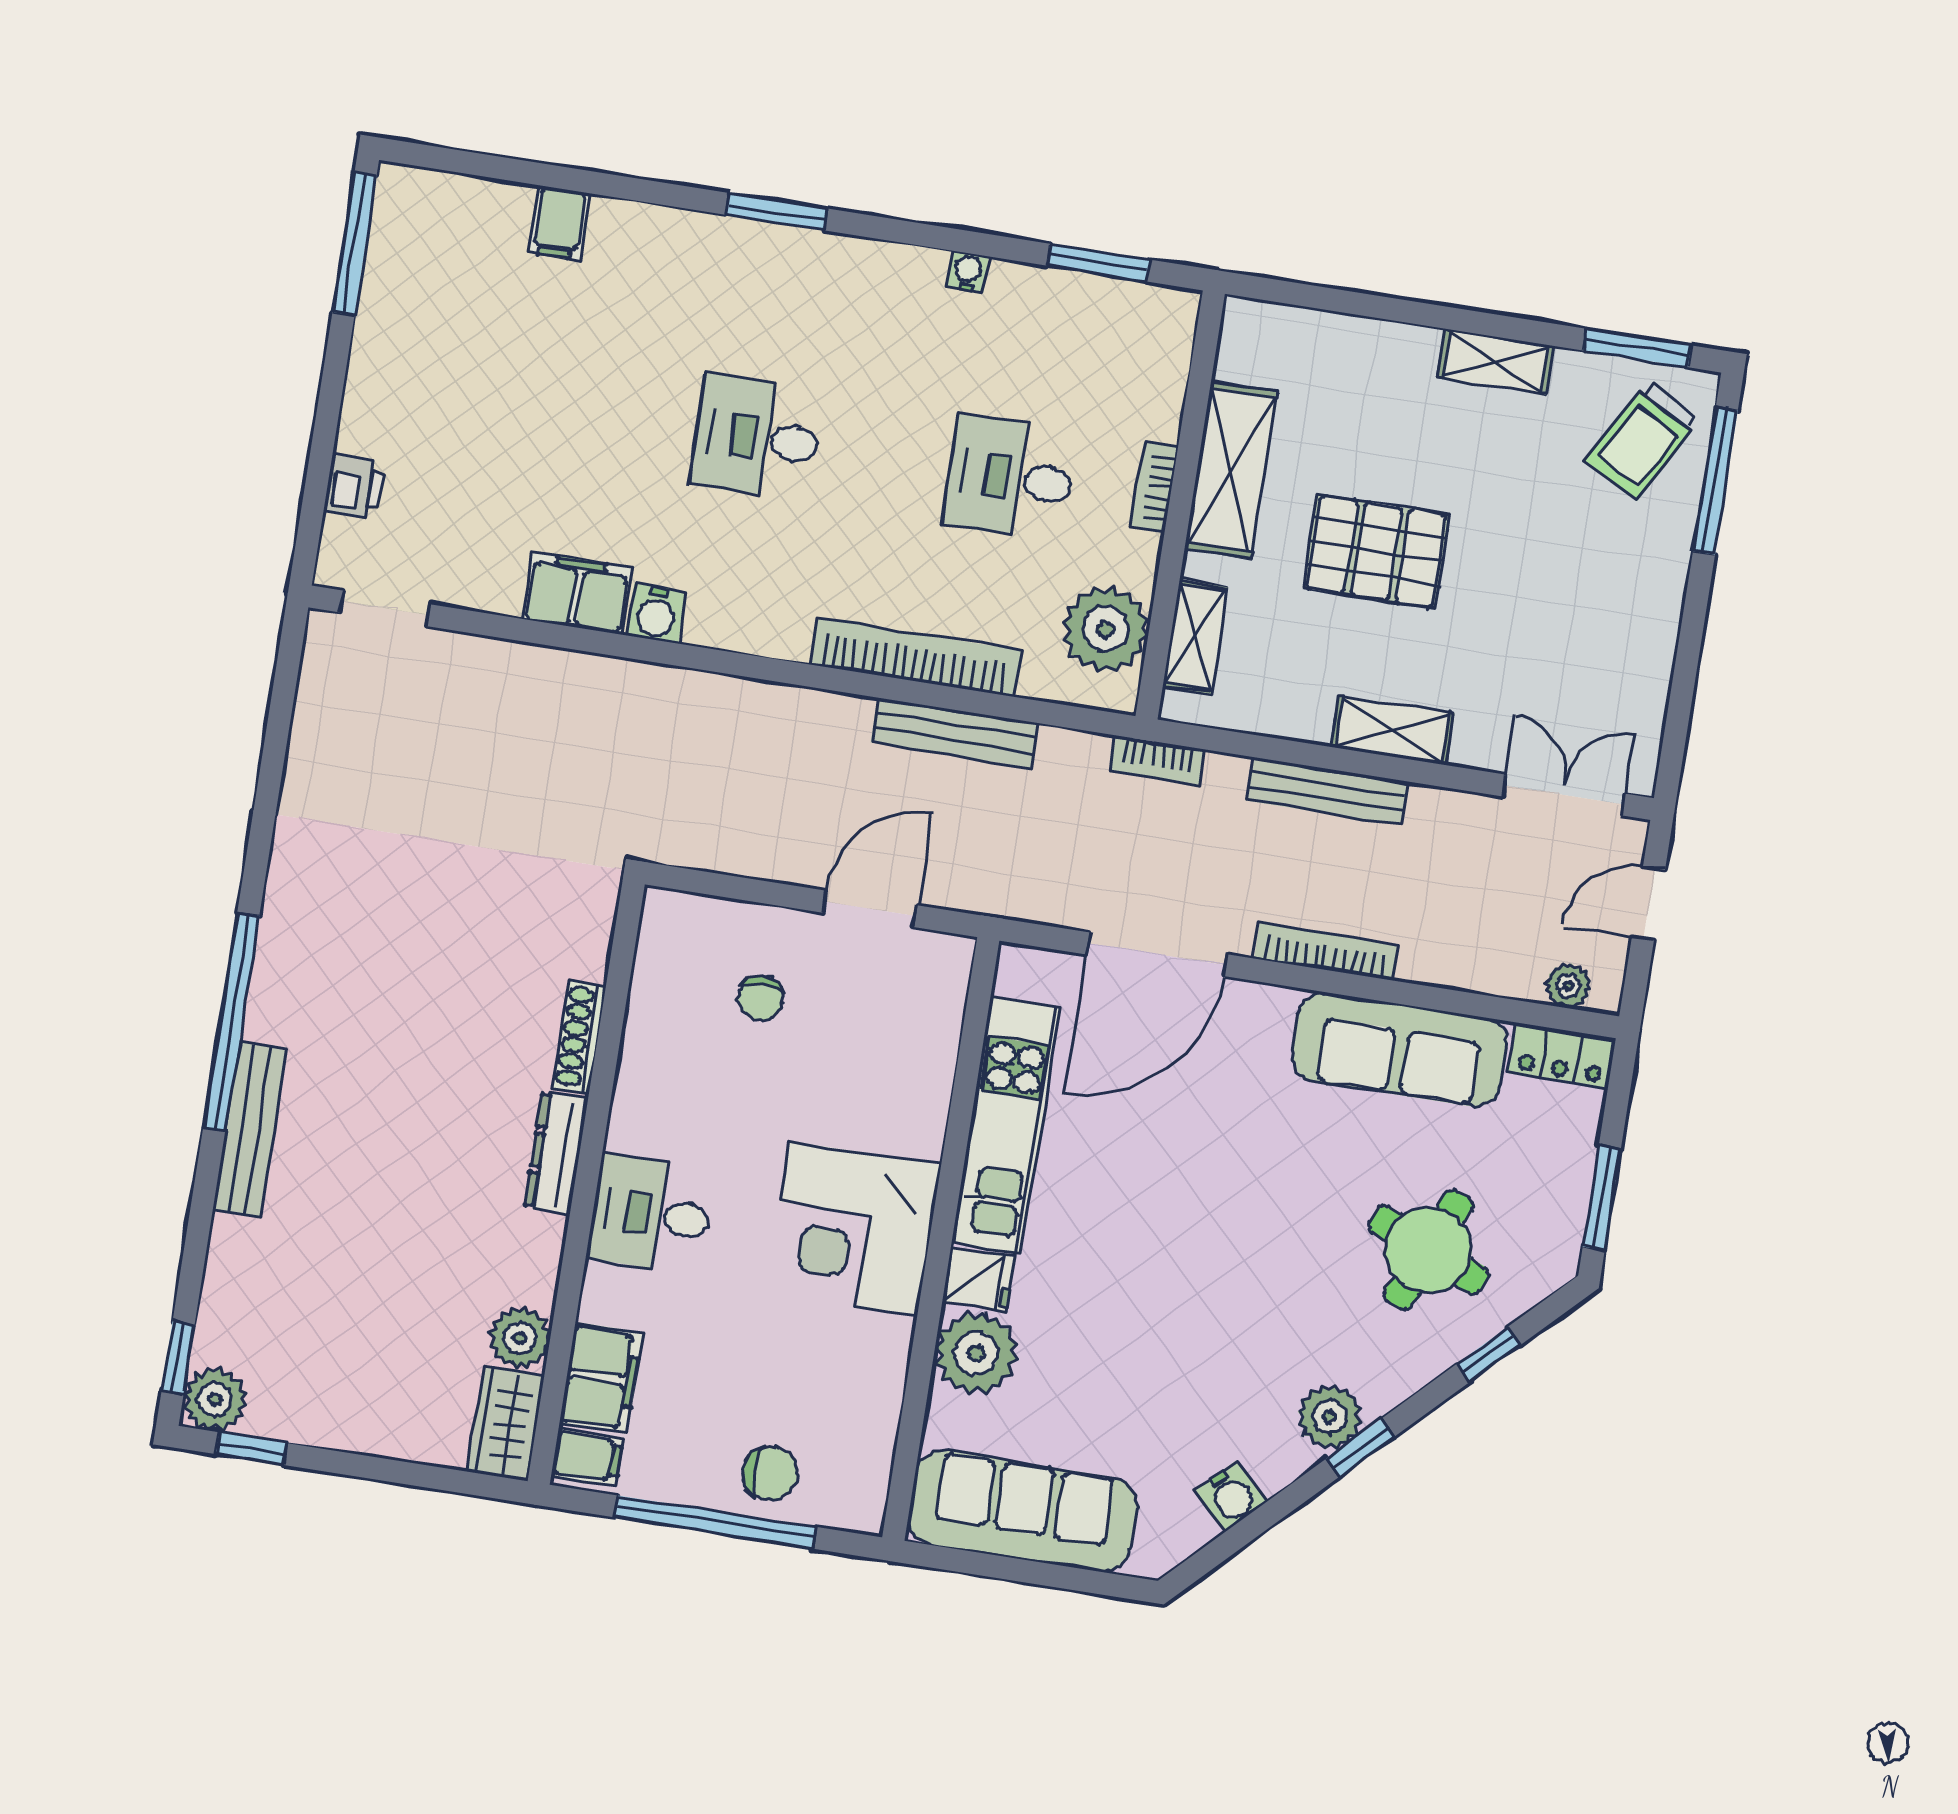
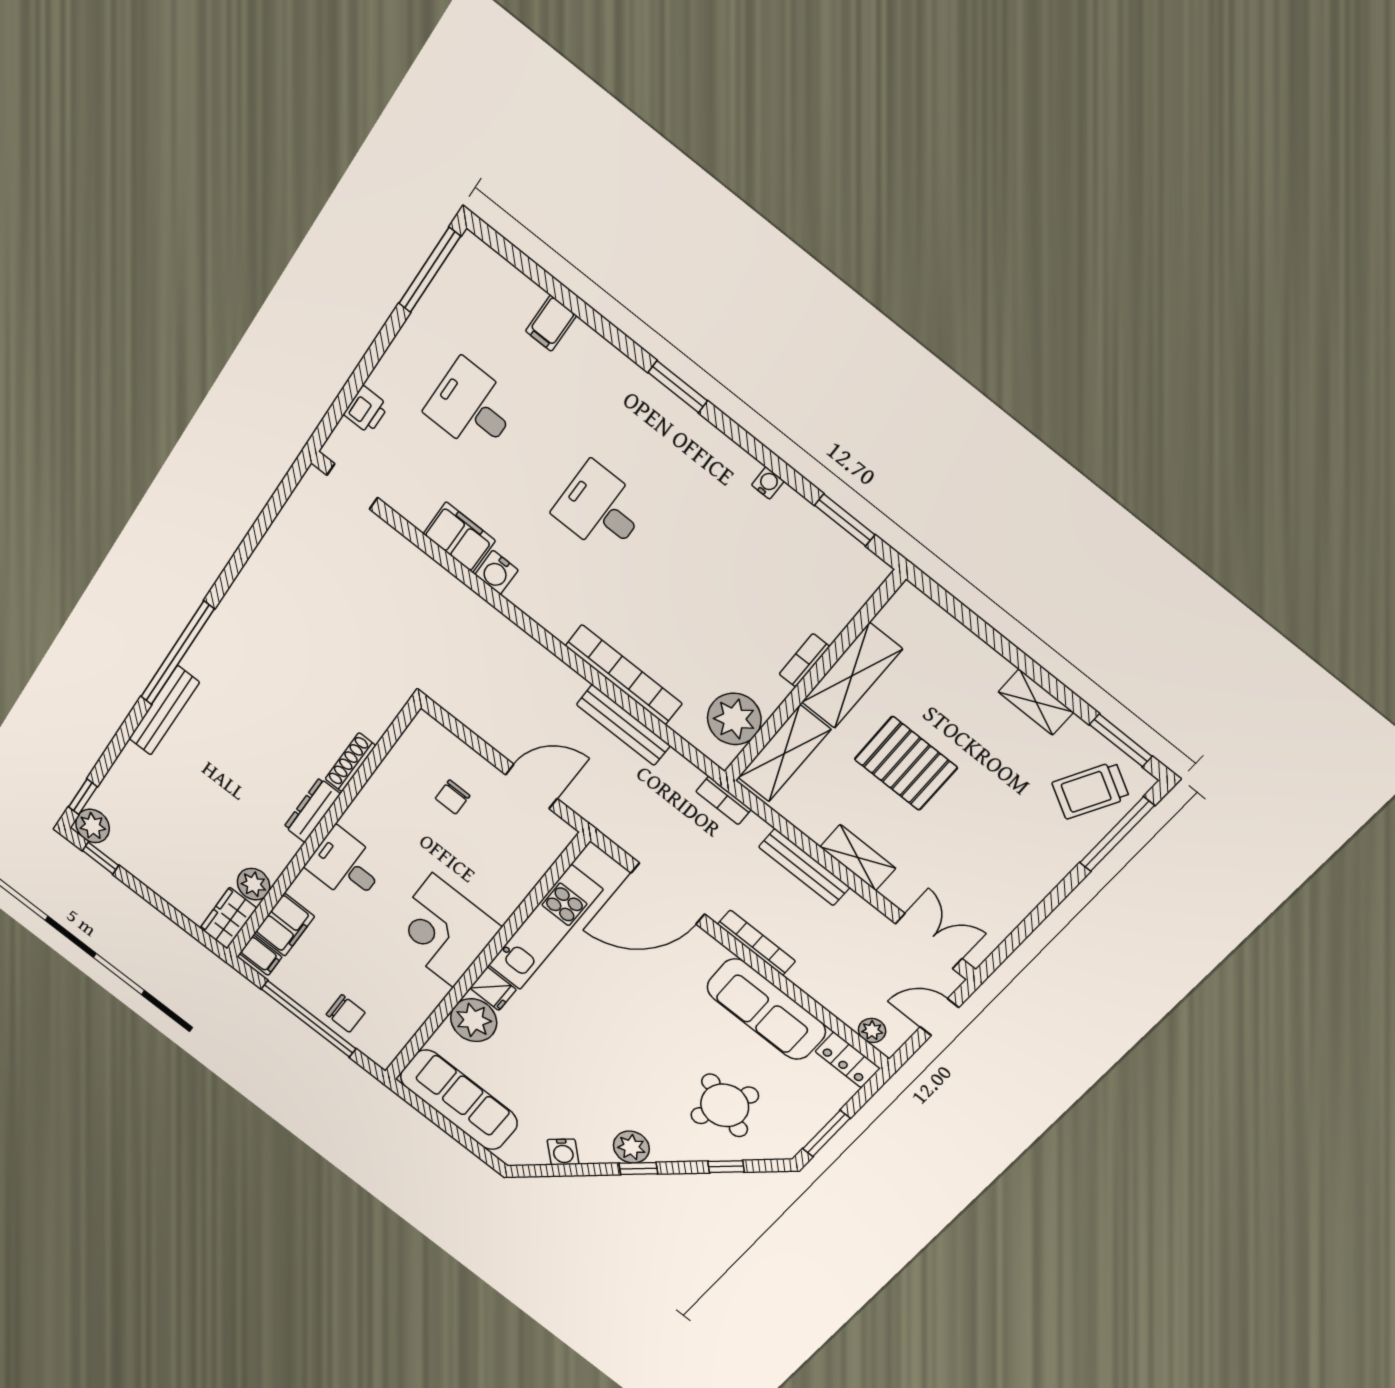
desk: (1010, 478) -> (472, 407), moved
shelving: (1195, 637) -> (784, 754), width x1.50, depth x1.33

